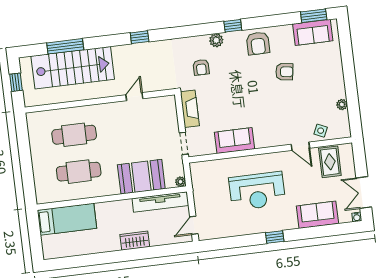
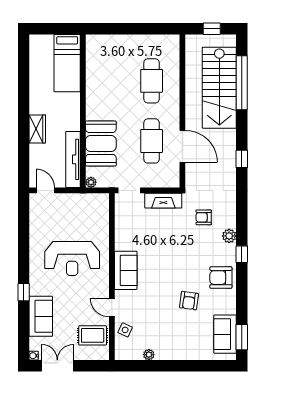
window: (65, 46) -> (242, 83), width x1.46
door: (134, 97) -> (182, 146), width x1.88
sofa: (235, 141) -> (126, 270), moved
door: (300, 146) -> (112, 308), hinge flipped
cafe table: (79, 172) -> (152, 141), moved
reception desk: (257, 191) -> (72, 258), turned -90
window: (275, 237) -> (24, 292), moved

